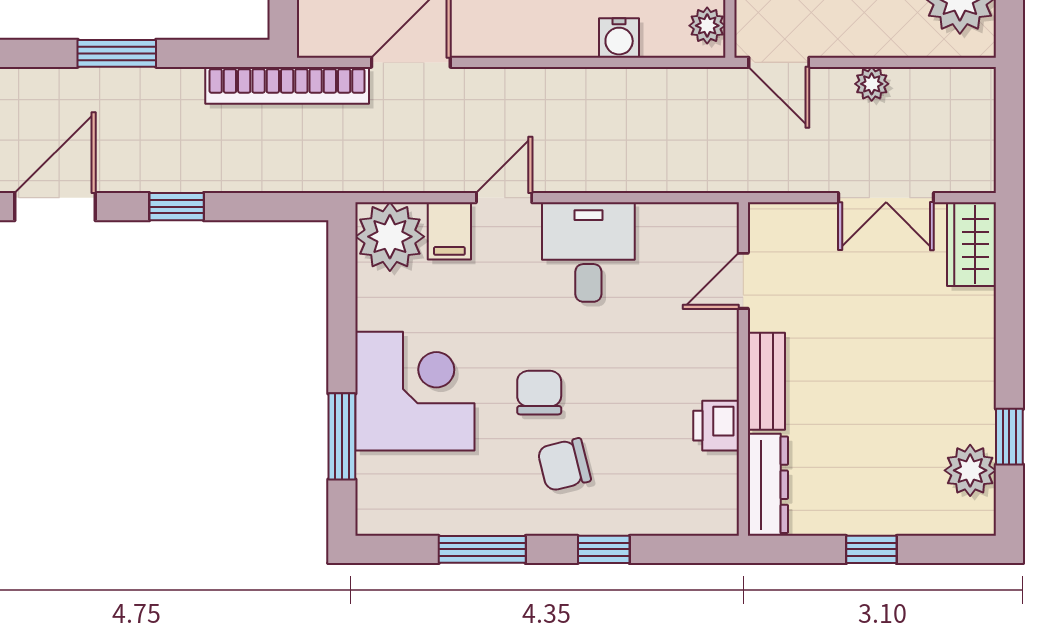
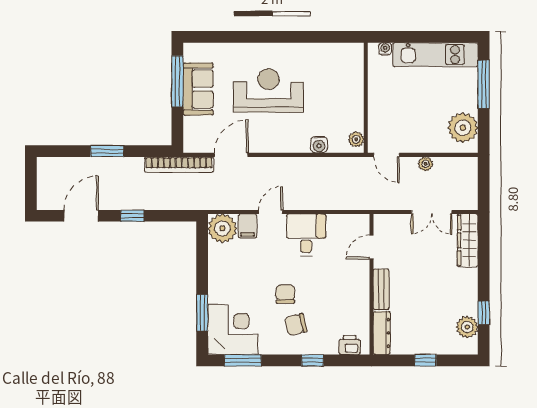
wardrobe: (972, 244) -> (468, 240), width x1.50
corner desk: (415, 391) -> (233, 330), moved
printer: (716, 426) -> (350, 345), moved, turned 90
window: (482, 549) -> (243, 360), moved

